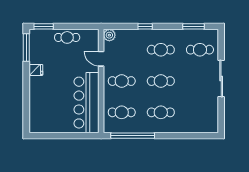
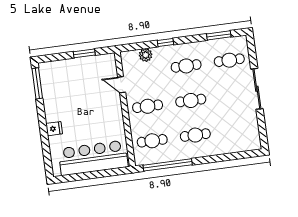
window: (44, 26) -> (84, 53), moved
plant: (109, 35) -> (146, 55), moved
cafe table: (67, 37) -> (81, 66), removed
fridge: (36, 70) -> (54, 129), moved
bar counter: (87, 103) -> (93, 158), moved, turned 90

